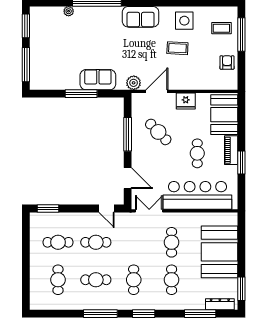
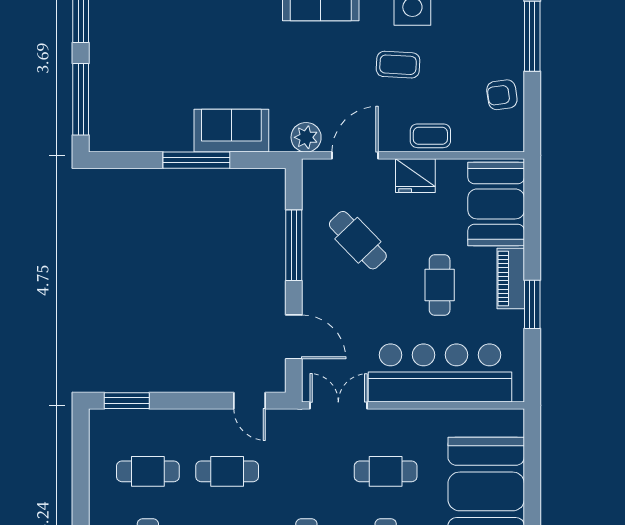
coffee table: (221, 28) -> (430, 136), moved
armchair: (227, 63) -> (502, 95), turned -98
cafe table: (172, 242) -> (386, 471), turned 90

